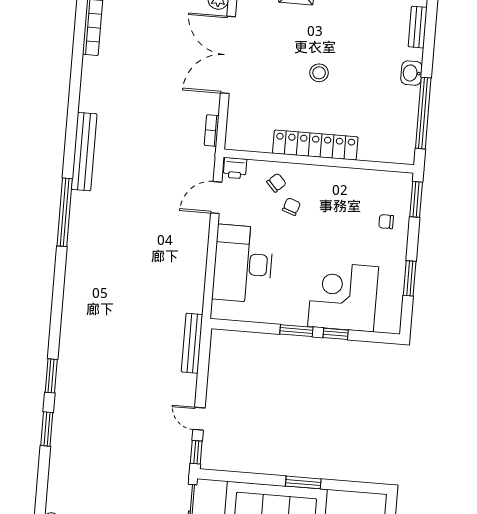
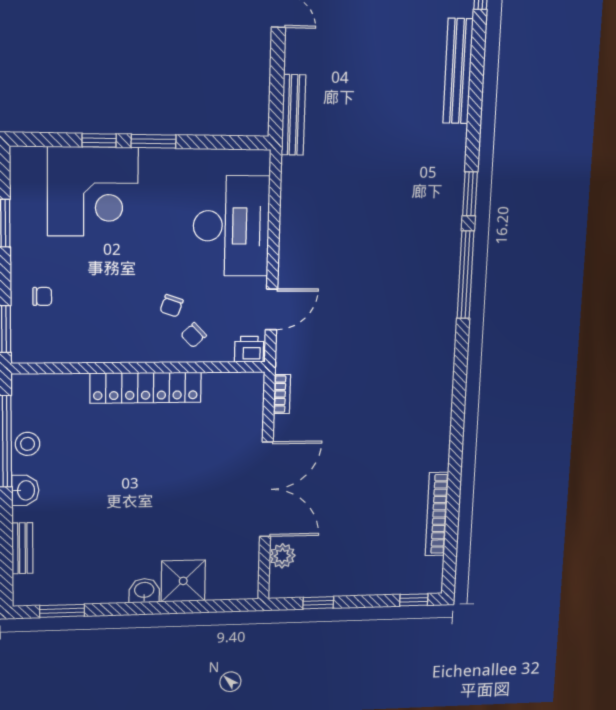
stool: (319, 73) -> (28, 444), moved
bench: (84, 152) -> (458, 71), moved
window: (51, 376) -> (470, 194), moved

